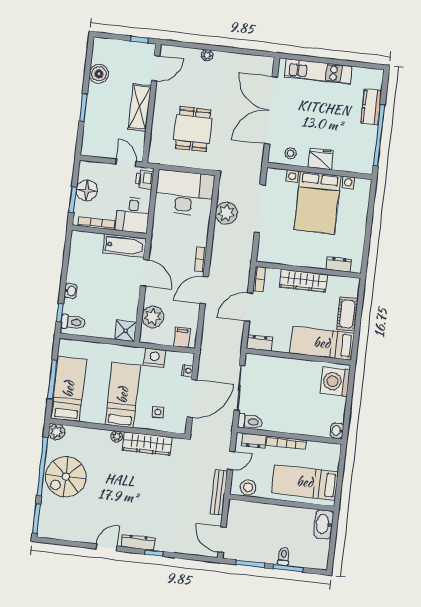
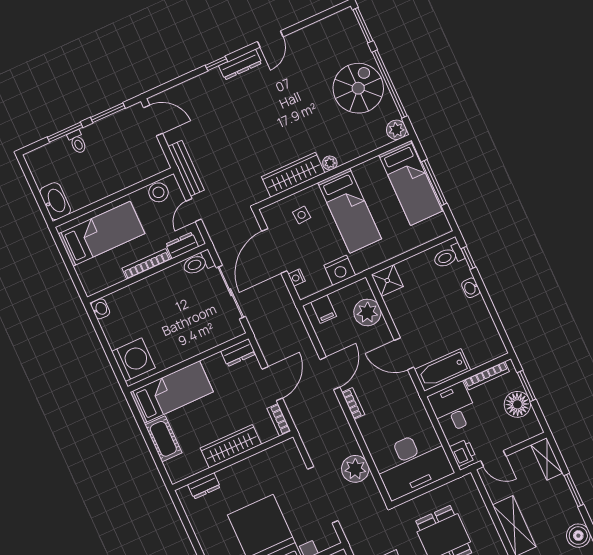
shelving: (89, 140) -> (547, 459), added

